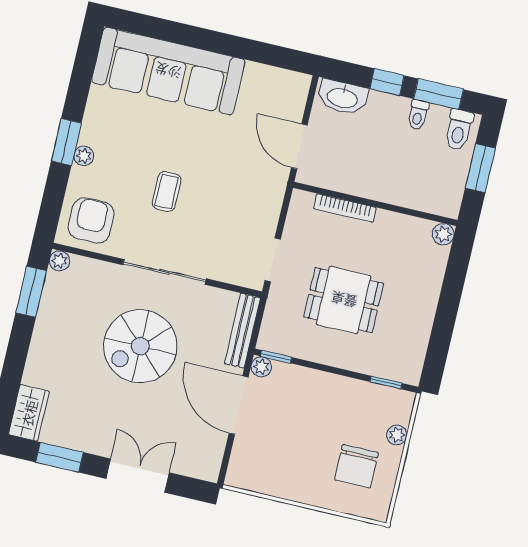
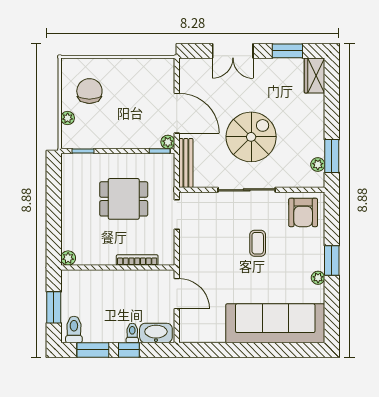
toilet: (418, 115) -> (132, 333), moved
plant: (84, 156) -> (318, 278), moved
plant: (59, 261) -> (318, 165), moved

